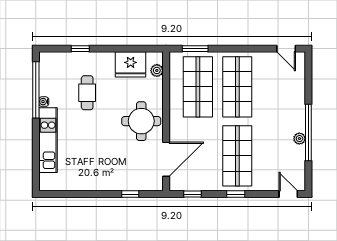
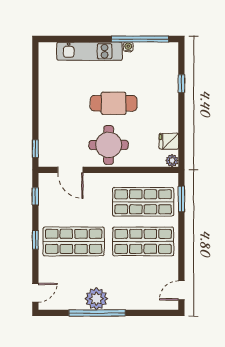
fridge: (131, 64) -> (169, 141), width x0.53, depth x0.75
plant: (157, 70) -> (172, 161), moved
cafe table: (87, 93) -> (114, 103), moved, width x1.37, depth x1.35
plant: (299, 139) -> (96, 299), width x1.87, depth x1.87
door: (166, 159) -> (70, 170), width x0.73
window: (130, 194) -> (35, 149), moved

